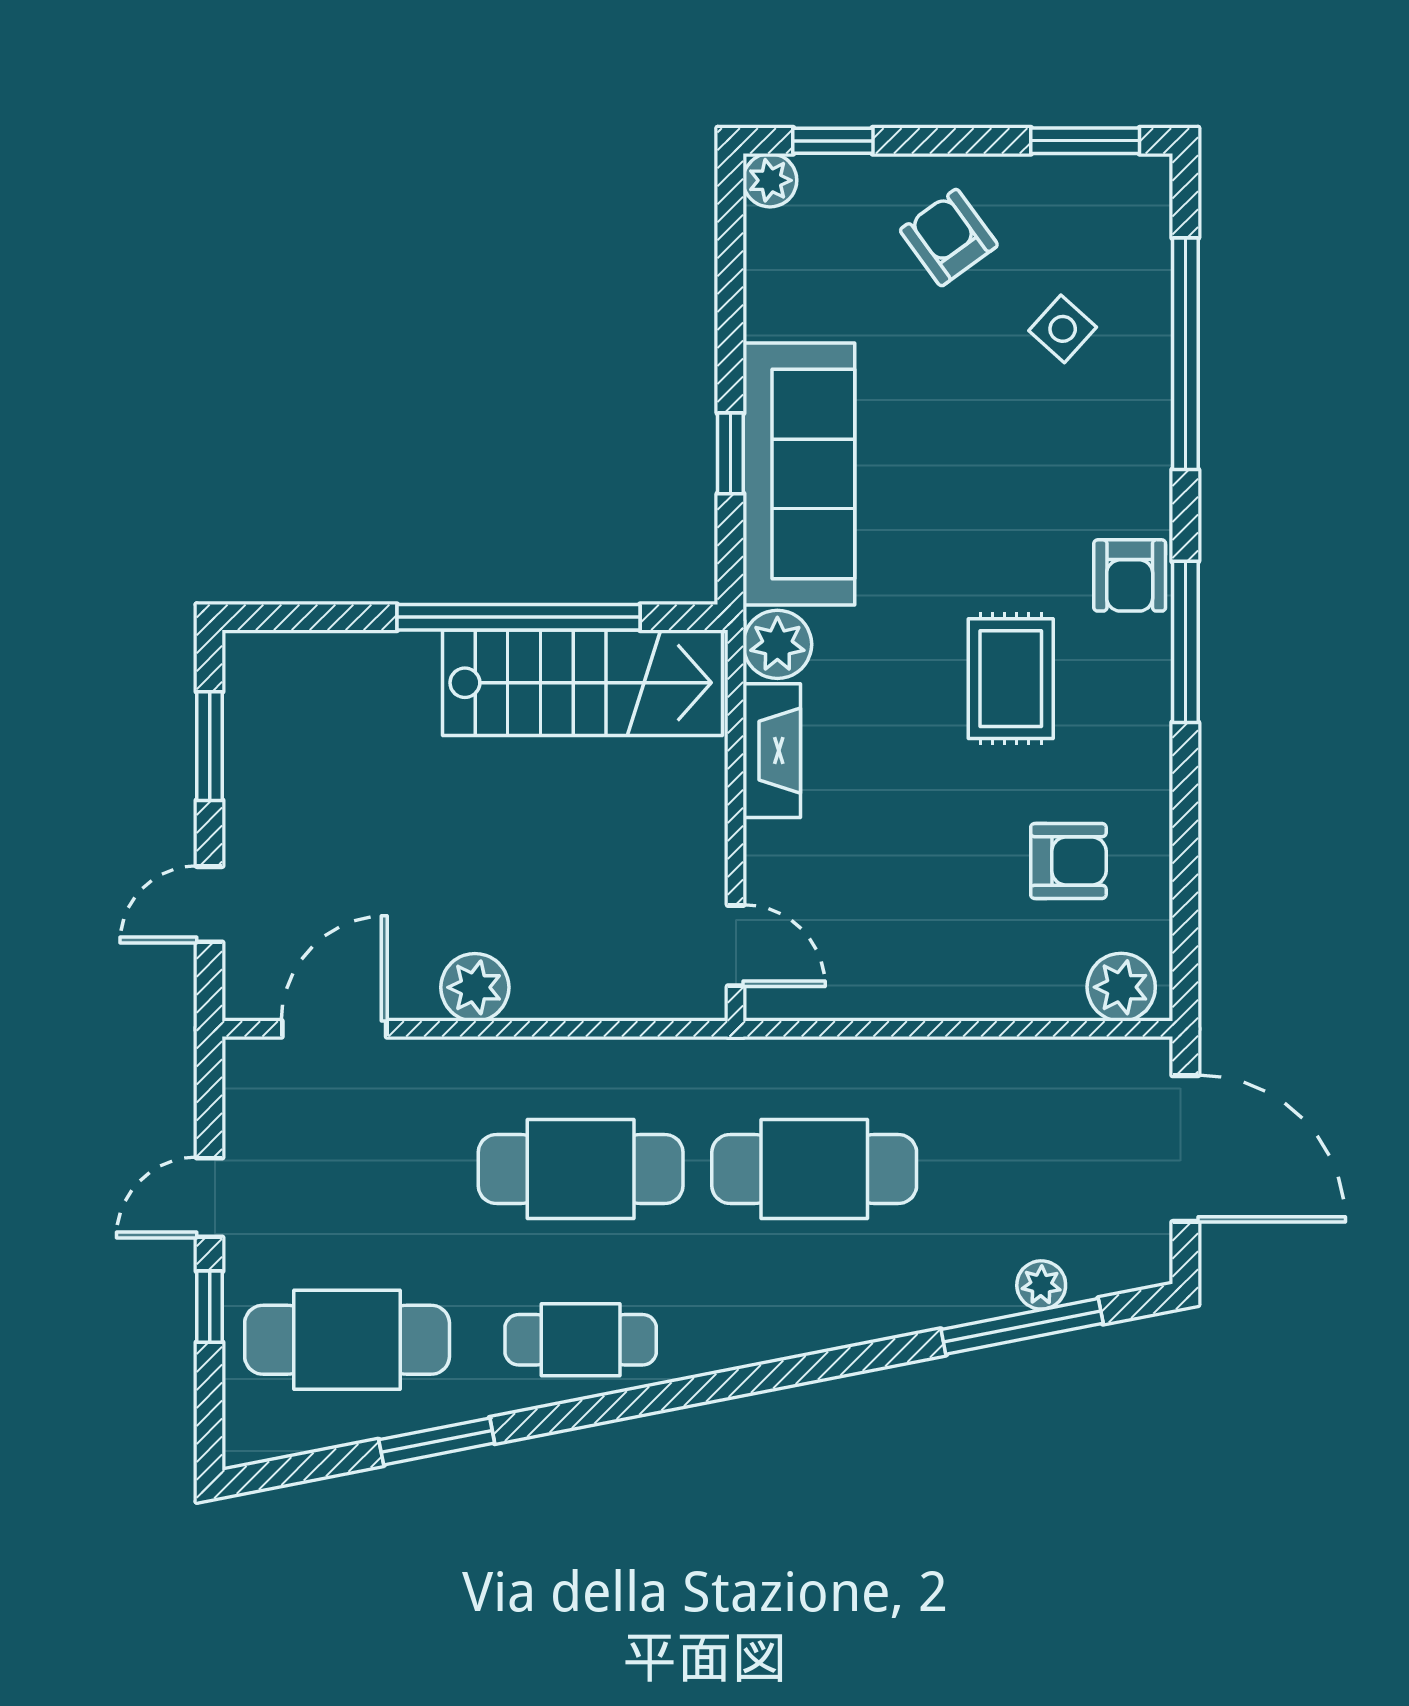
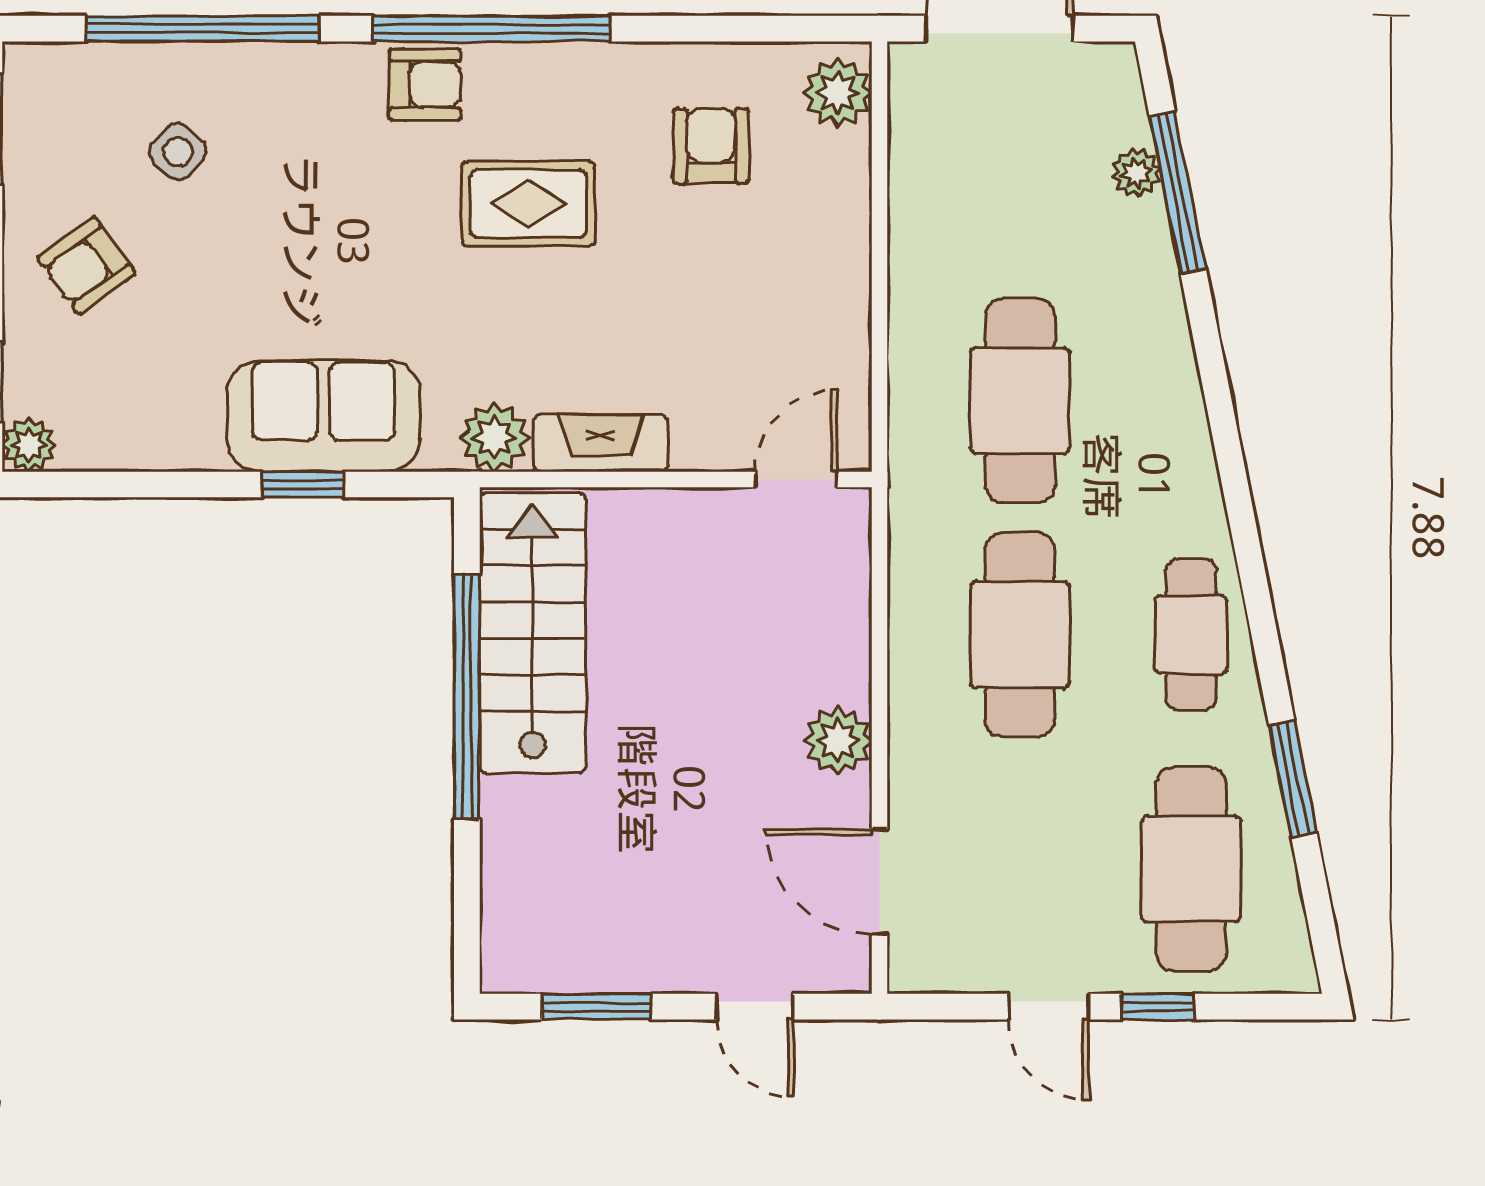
sofa: (799, 474) -> (323, 416), width x0.73
window: (1185, 642) -> (492, 29), width x1.46

